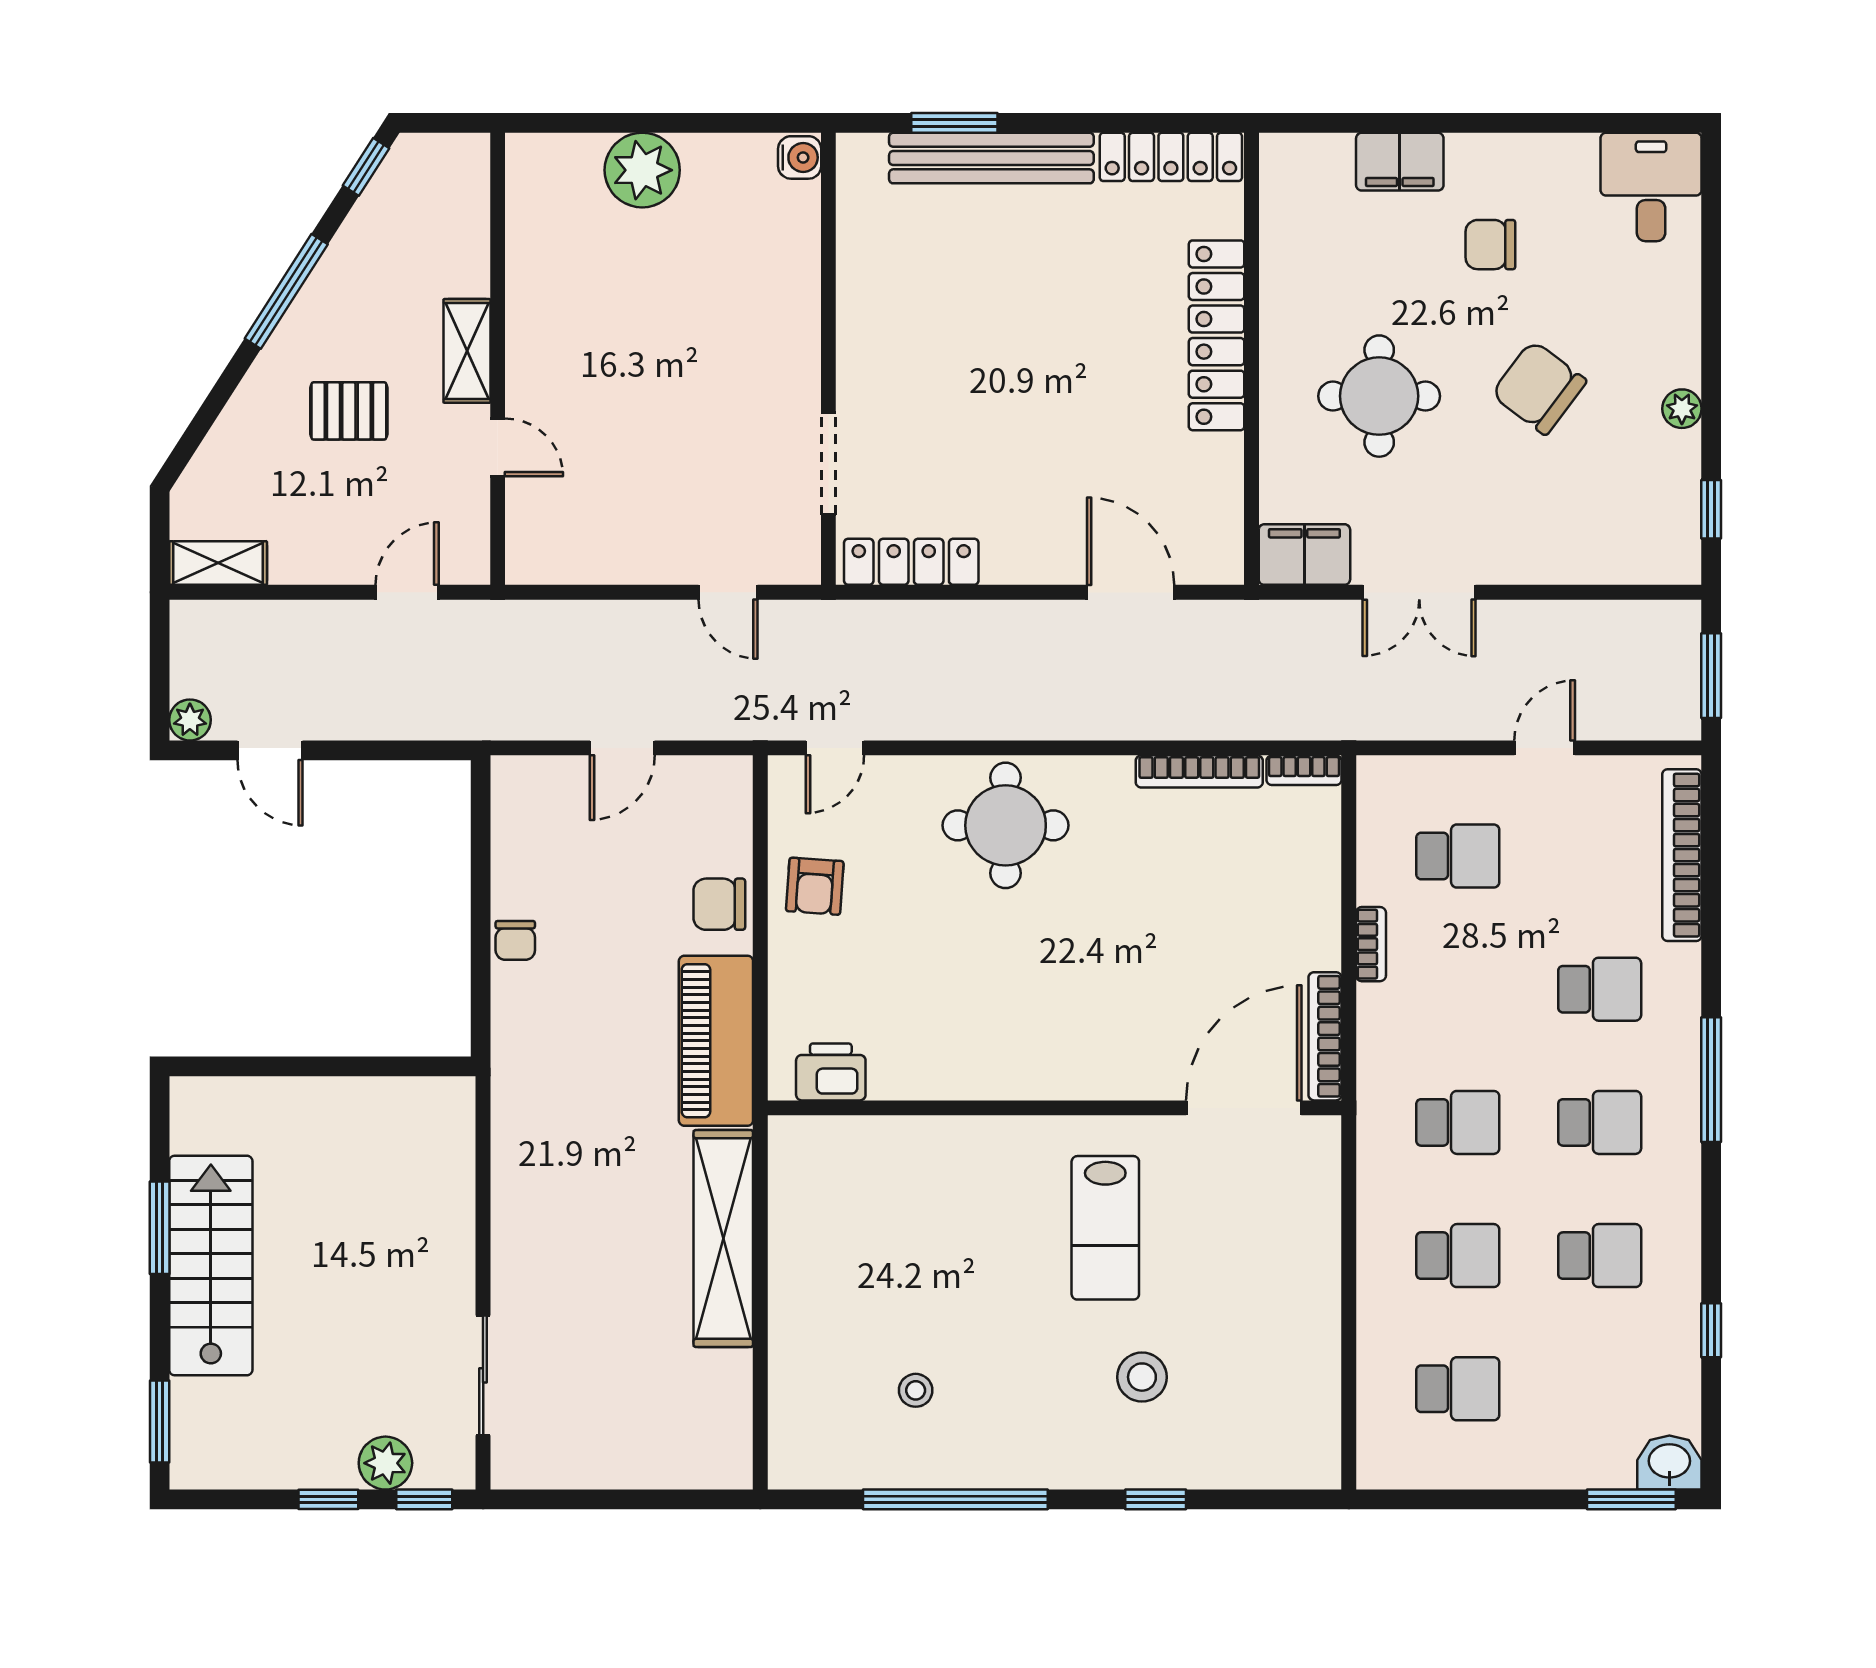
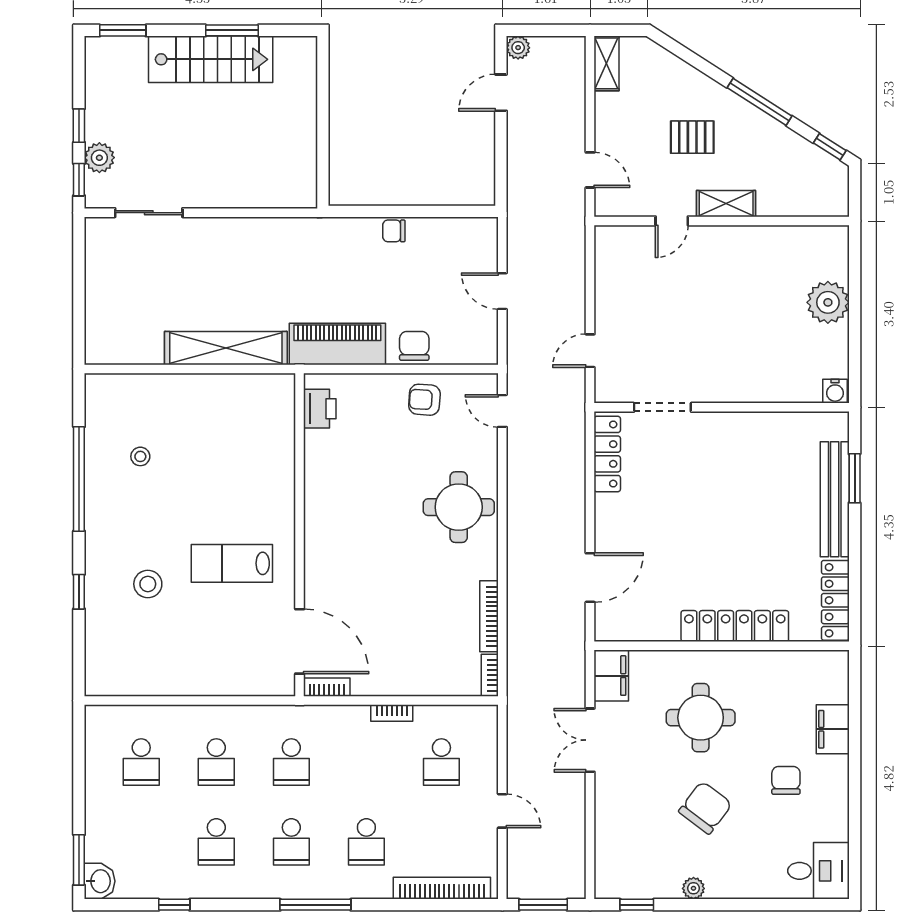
pallet: (349, 411) -> (692, 137), turned 90
bookcase: (1325, 1036) -> (327, 687), width x0.64

